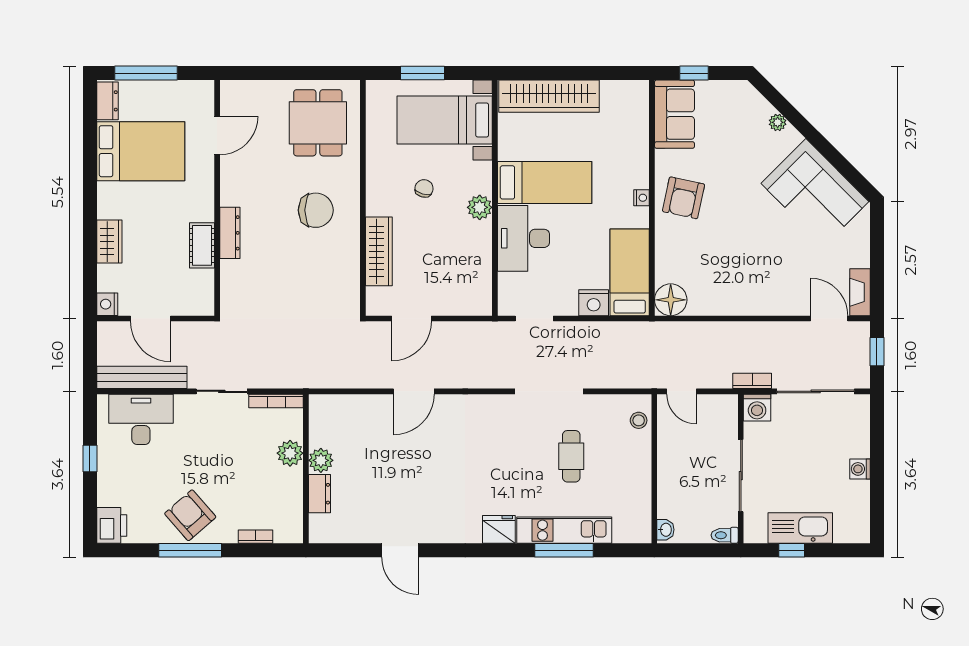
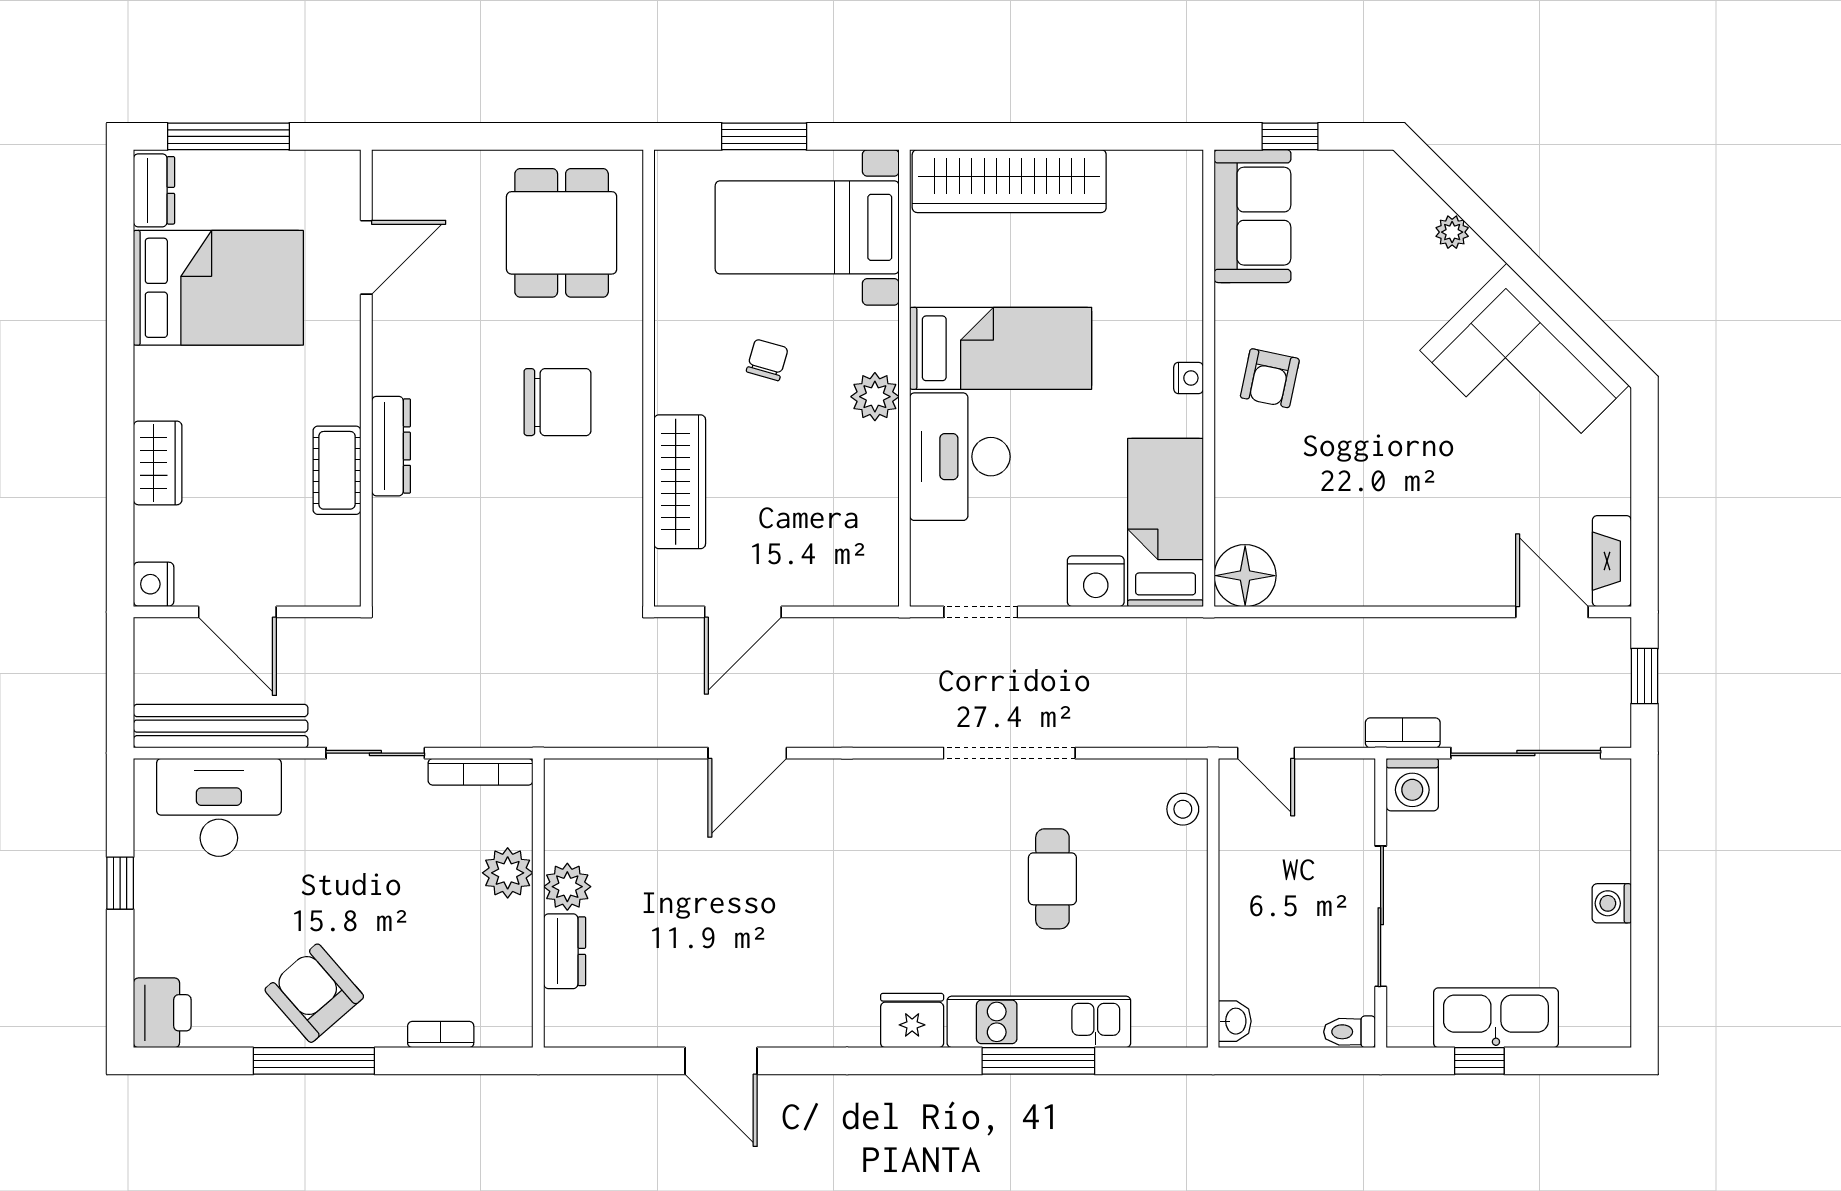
armchair: (684, 198) -> (1270, 378), width x0.72, depth x0.72

